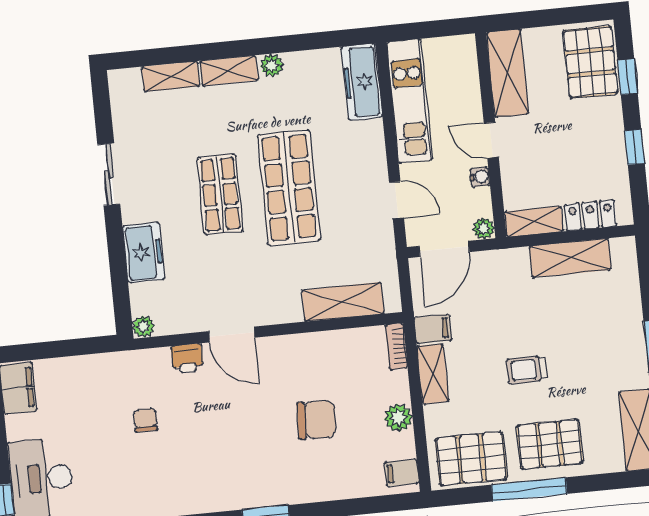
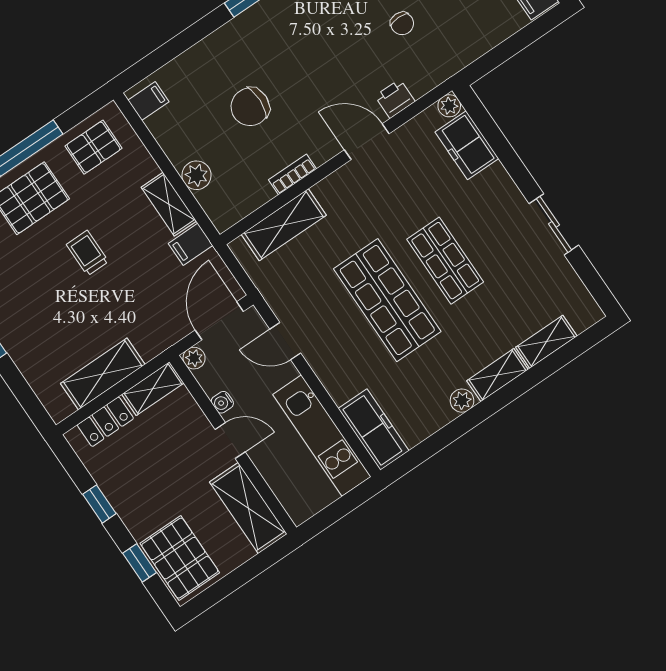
freezer: (144, 253) -> (467, 145), moved
bookcase: (397, 346) -> (293, 174), moved, turned -90
trolley: (526, 370) -> (87, 253), turned -90
plant: (398, 418) -> (196, 175), moved
pallet: (471, 459) -> (94, 147), width x0.67, depth x0.71

